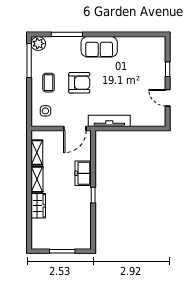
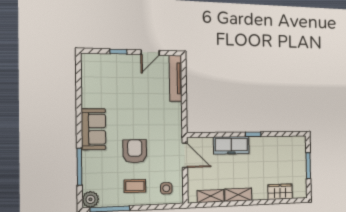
tv unit: (109, 121) -> (176, 78), moved
freezer: (83, 173) -> (231, 145), width x1.40
wardrobe: (38, 206) -> (280, 192), moved

